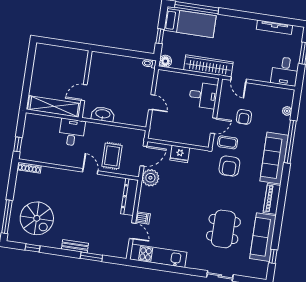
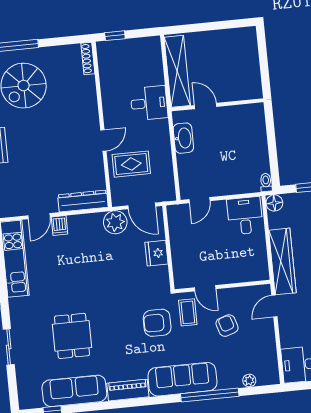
desk: (203, 95) -> (245, 216), moved, turned 180
door: (152, 102) -> (200, 200), moved
armchair: (244, 117) -> (227, 326), turned 72
dining table: (223, 229) -> (72, 336), width x0.73

